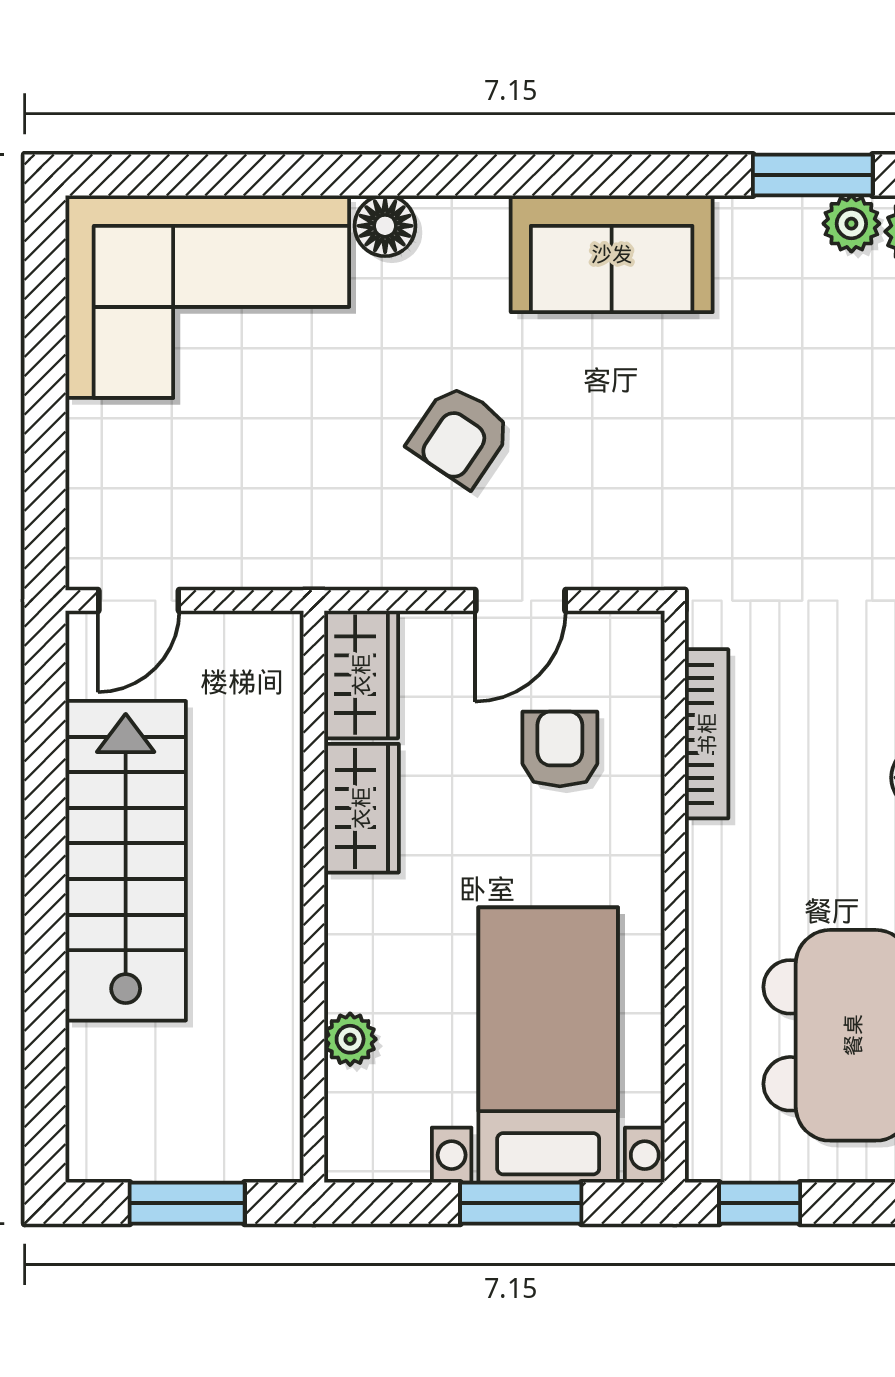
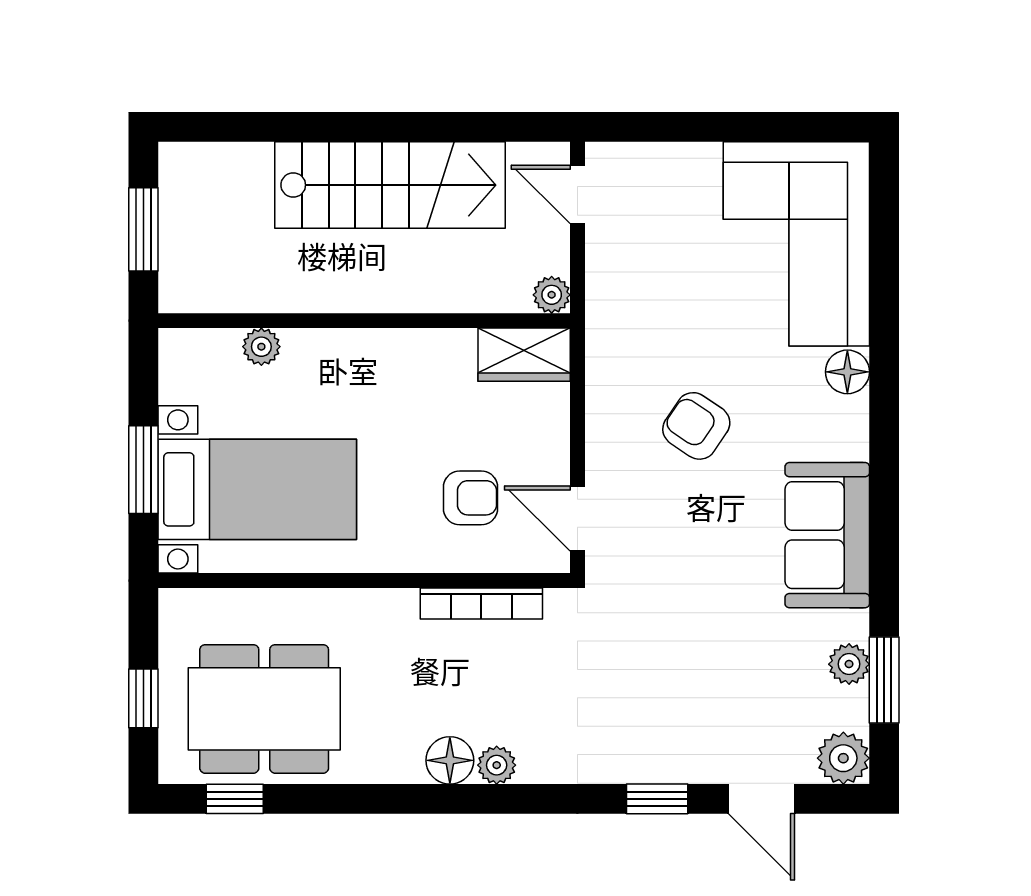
plant: (851, 224) -> (849, 664), moved
door: (520, 601) -> (577, 519), moved
plant: (278, 636) -> (552, 295), added
wardrobe: (361, 808) -> (428, 355), removed
window: (760, 1203) -> (143, 698), moved

